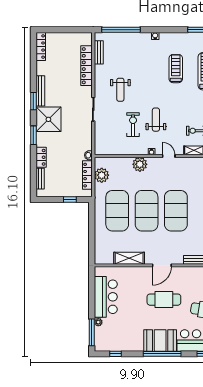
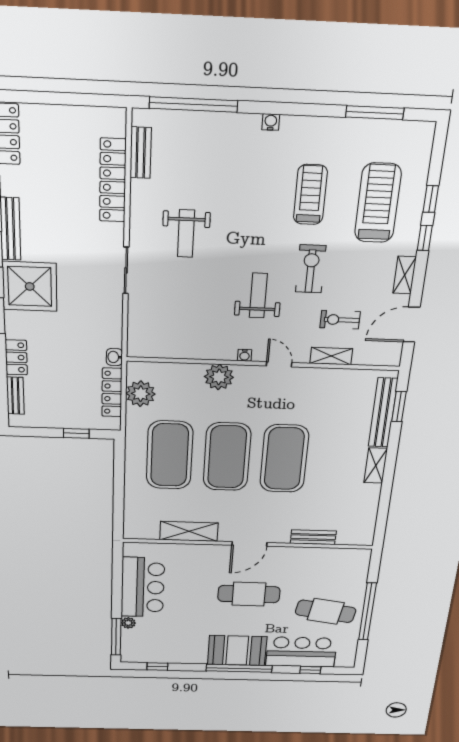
exercise bike: (133, 125) -> (311, 269), moved

